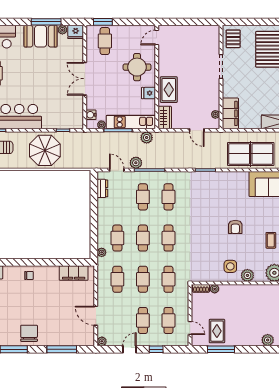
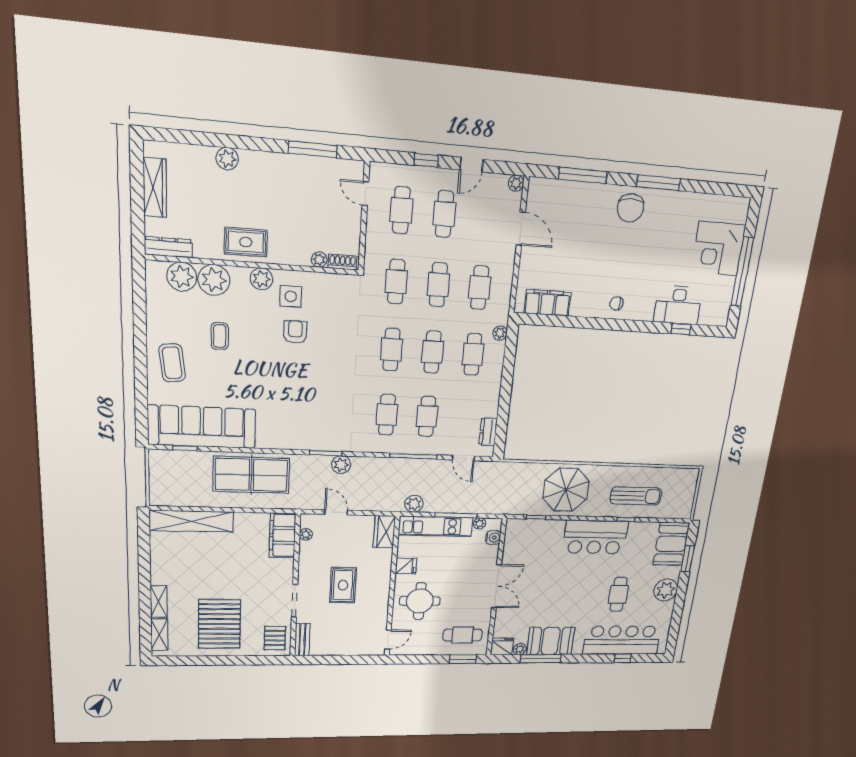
bench: (215, 38) -> (302, 640), added
cafe table: (105, 41) -> (463, 635), turned 90
rug: (169, 90) -> (343, 585), moved
plant: (136, 163) -> (341, 465), moved
armchair: (235, 227) -> (295, 332), moved
rug: (217, 331) -> (246, 242), moved, turned 90

